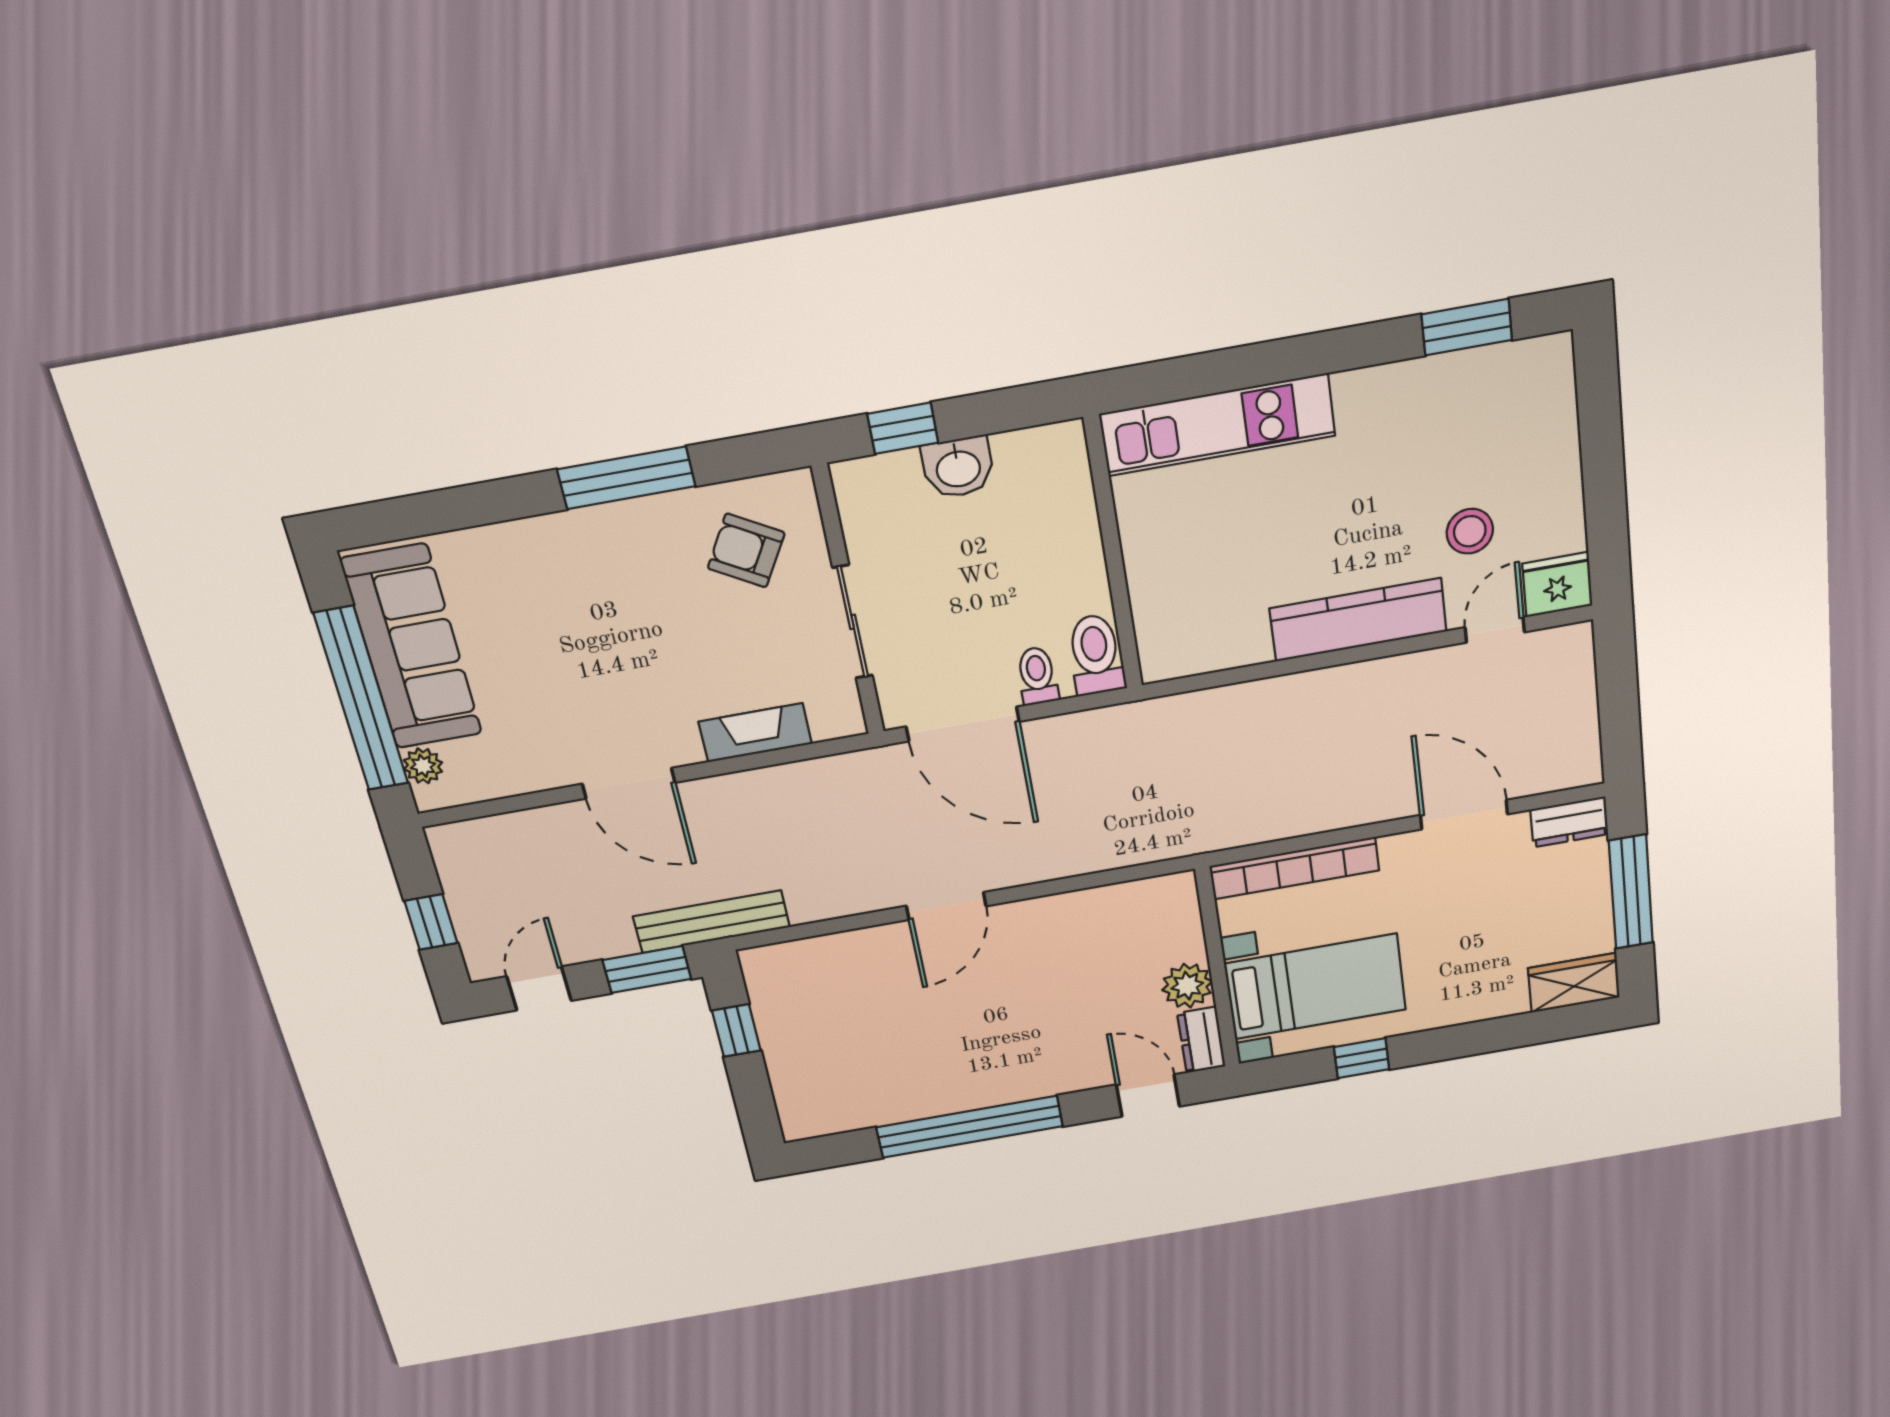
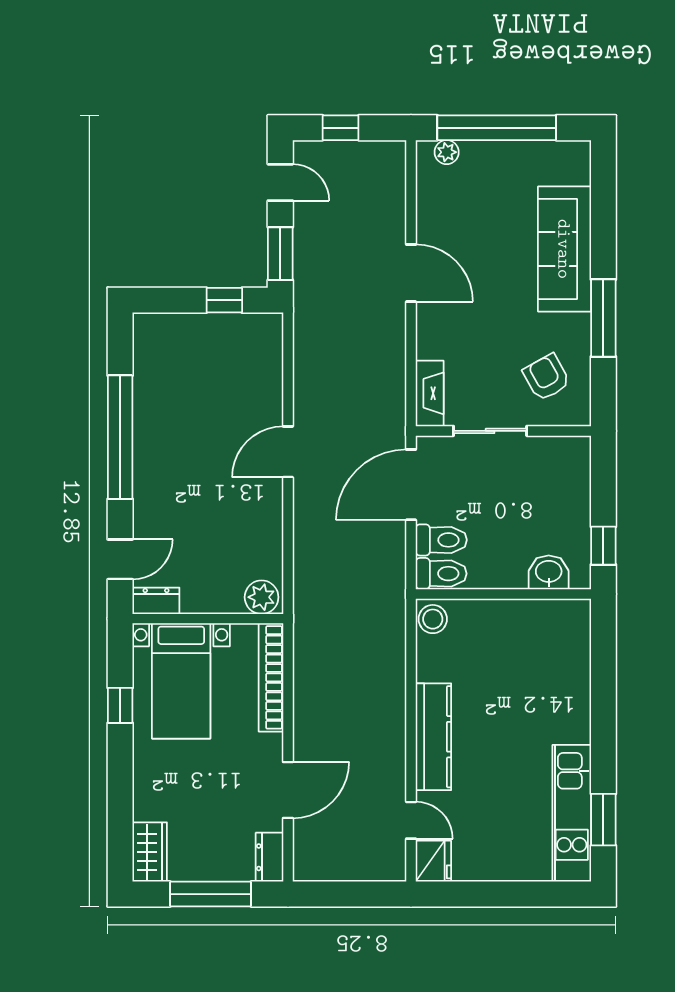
kitchen unit: (1217, 425) -> (572, 813), moved
window: (903, 428) -> (603, 546), moved
washbasin: (958, 467) -> (549, 572), moved, turned 90
stool: (1470, 531) -> (433, 619), moved
armchair: (746, 551) -> (546, 377), turned -59
sofa: (412, 647) -> (564, 249), moved, turned 90
toilet: (1037, 676) -> (441, 540), width x1.37, depth x1.39
fireplace: (755, 733) -> (430, 393), moved
door: (629, 783) -> (411, 273), swing flipped
door: (946, 906) -> (288, 452), hinge flipped
bench: (712, 922) -> (306, 302), removed
plant: (1187, 986) -> (262, 597), moved

